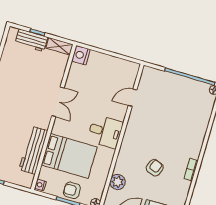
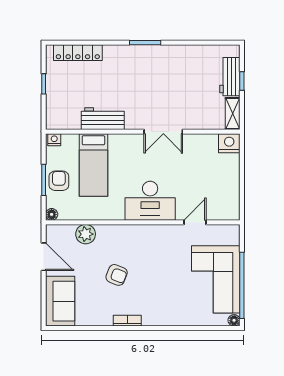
corner sofa: (179, 95) -> (216, 279), added
door: (132, 98) -> (195, 222), hinge flipped
desk: (105, 132) -> (150, 201), width x1.37
workbench: (33, 150) -> (103, 119), width x0.73
bed: (69, 156) -> (93, 165), width x0.67

